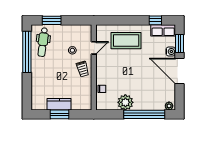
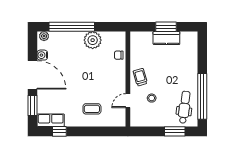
coffee table: (126, 41) -> (92, 109), width x0.54, depth x0.58
water cooler: (171, 51) -> (42, 55), moved

